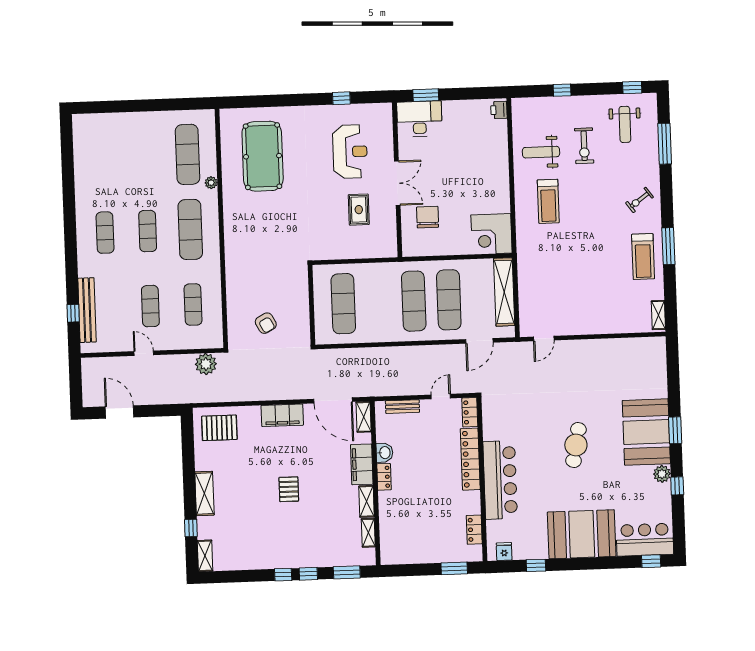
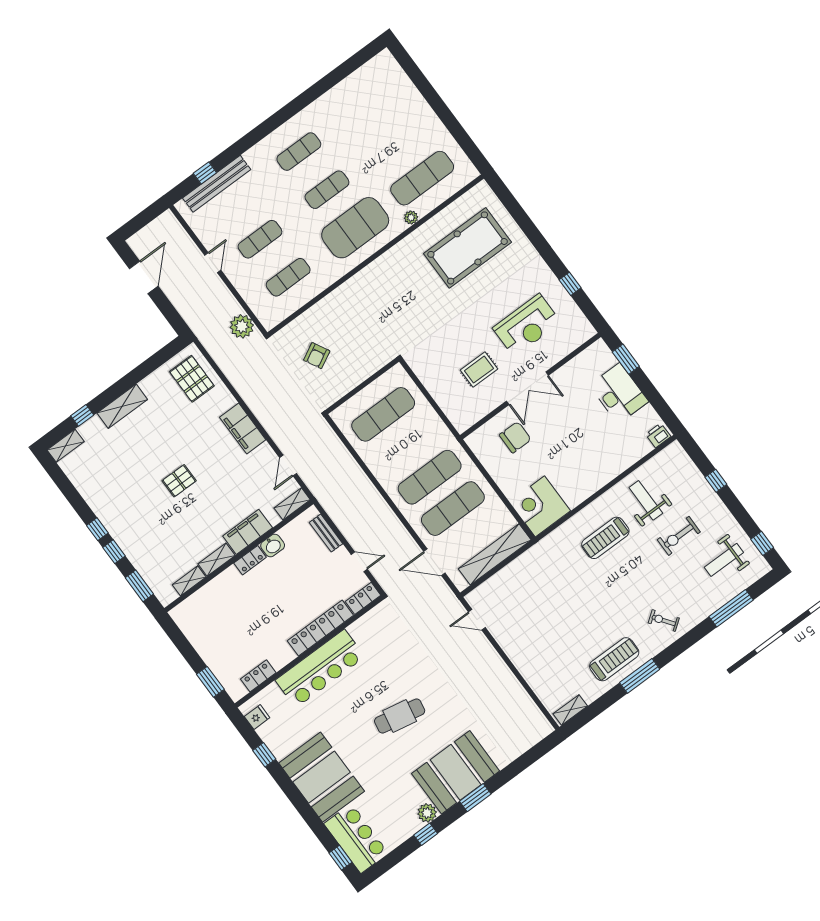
desk: (419, 119) -> (619, 393), moved
exercise mat: (190, 229) -> (355, 228), width x1.47
treadmill: (643, 257) -> (614, 659), turned 180
door: (333, 400) -> (288, 466), width x0.53

